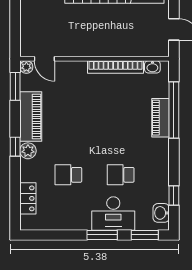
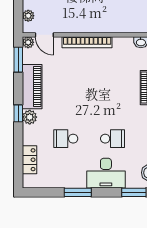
plant: (26, 37) -> (28, 16), added
bookcase: (116, 67) -> (87, 42), moved
school desk: (121, 175) -> (113, 139), turned 180
window: (102, 235) -> (78, 192), moved

